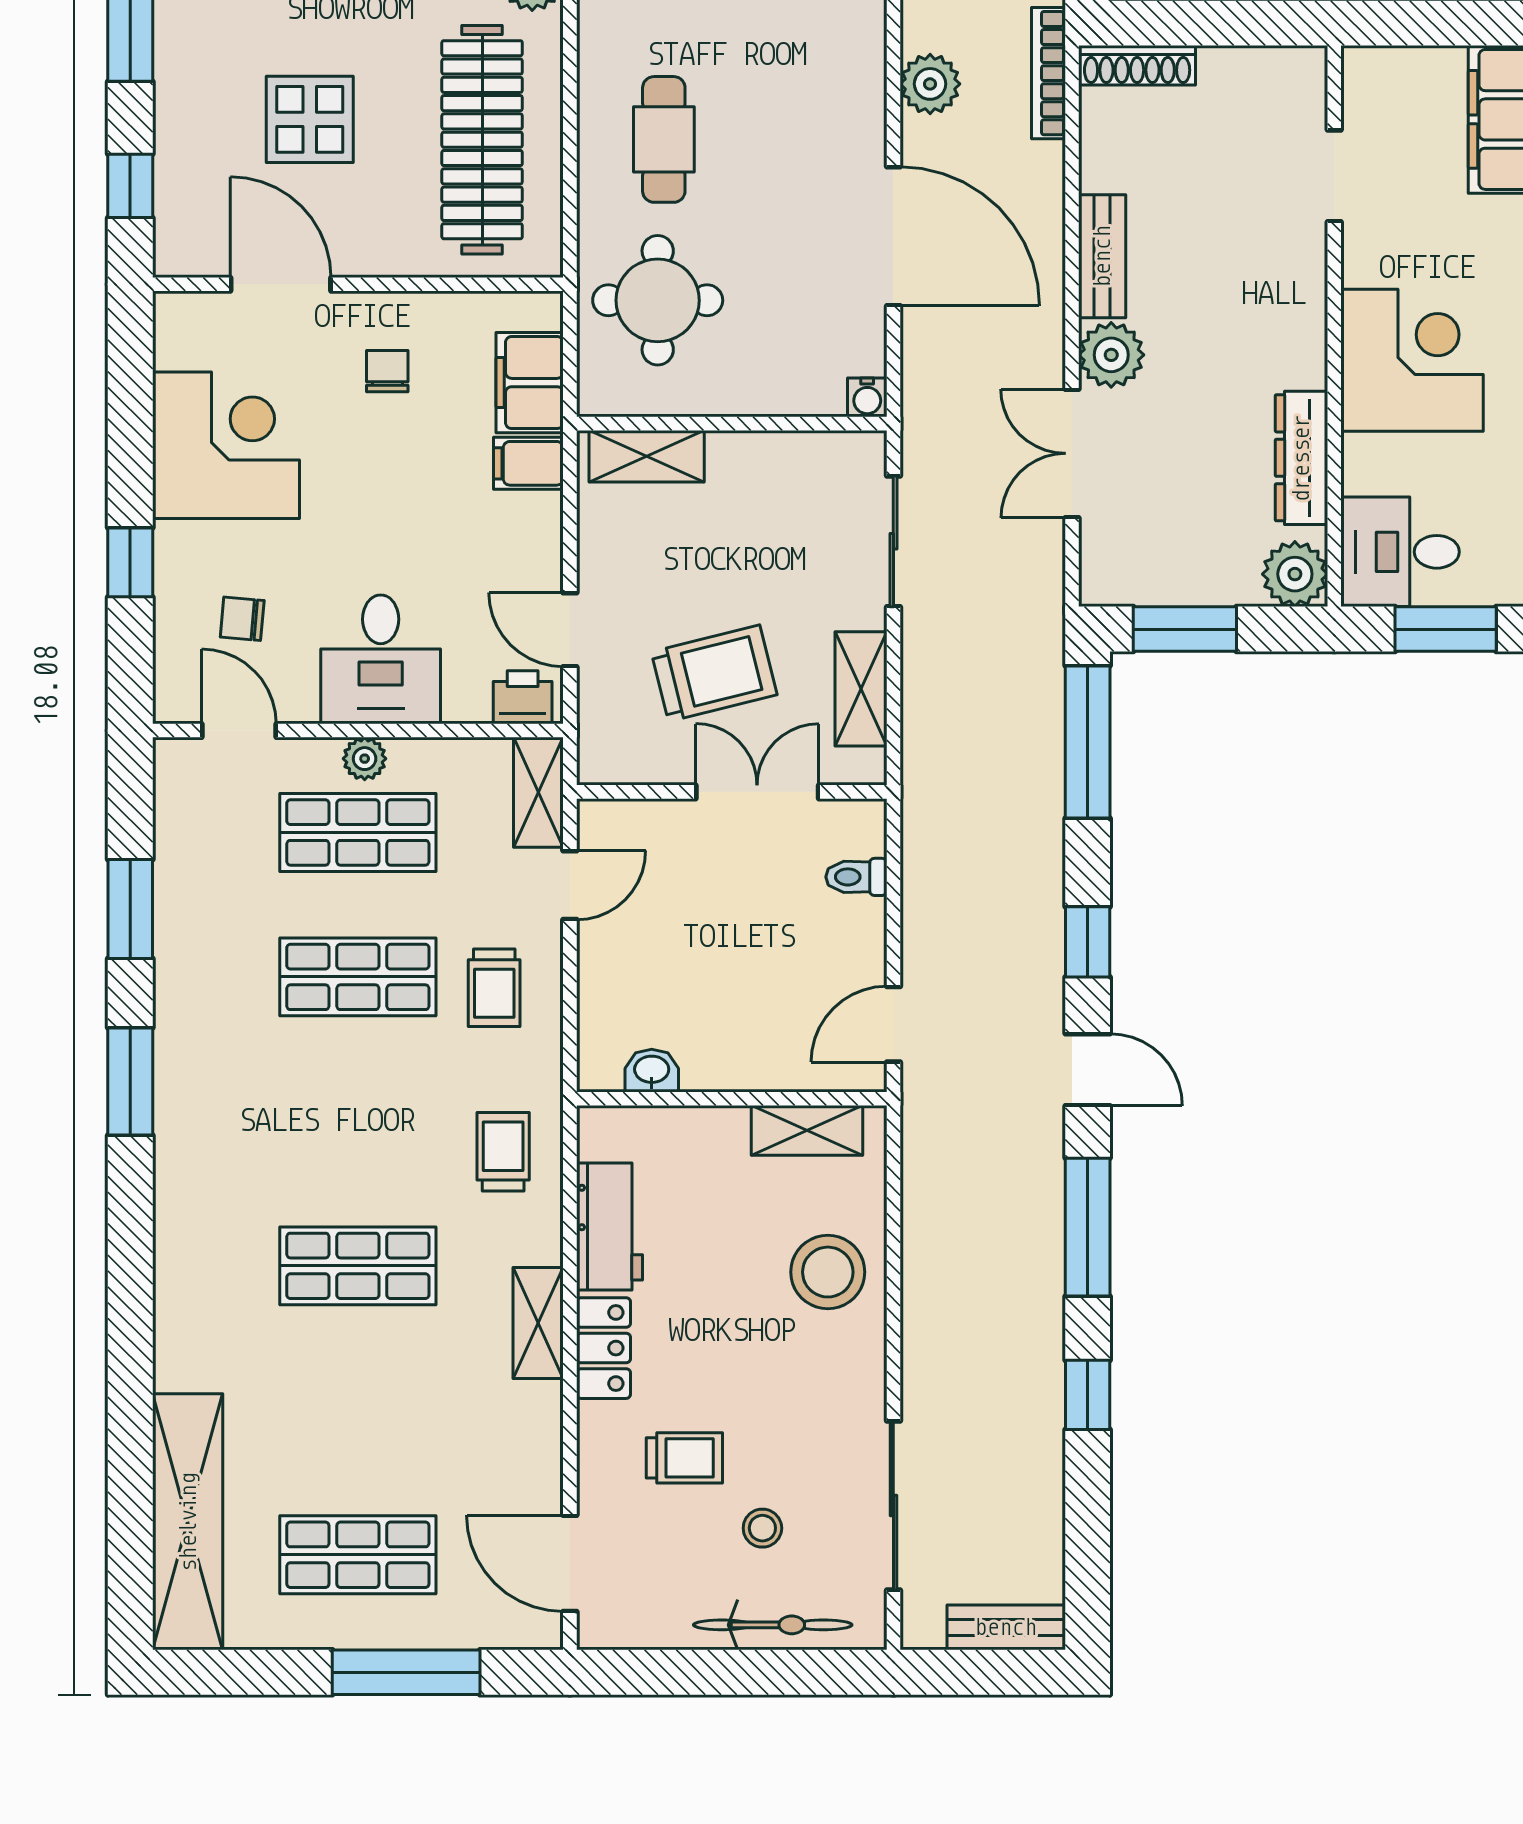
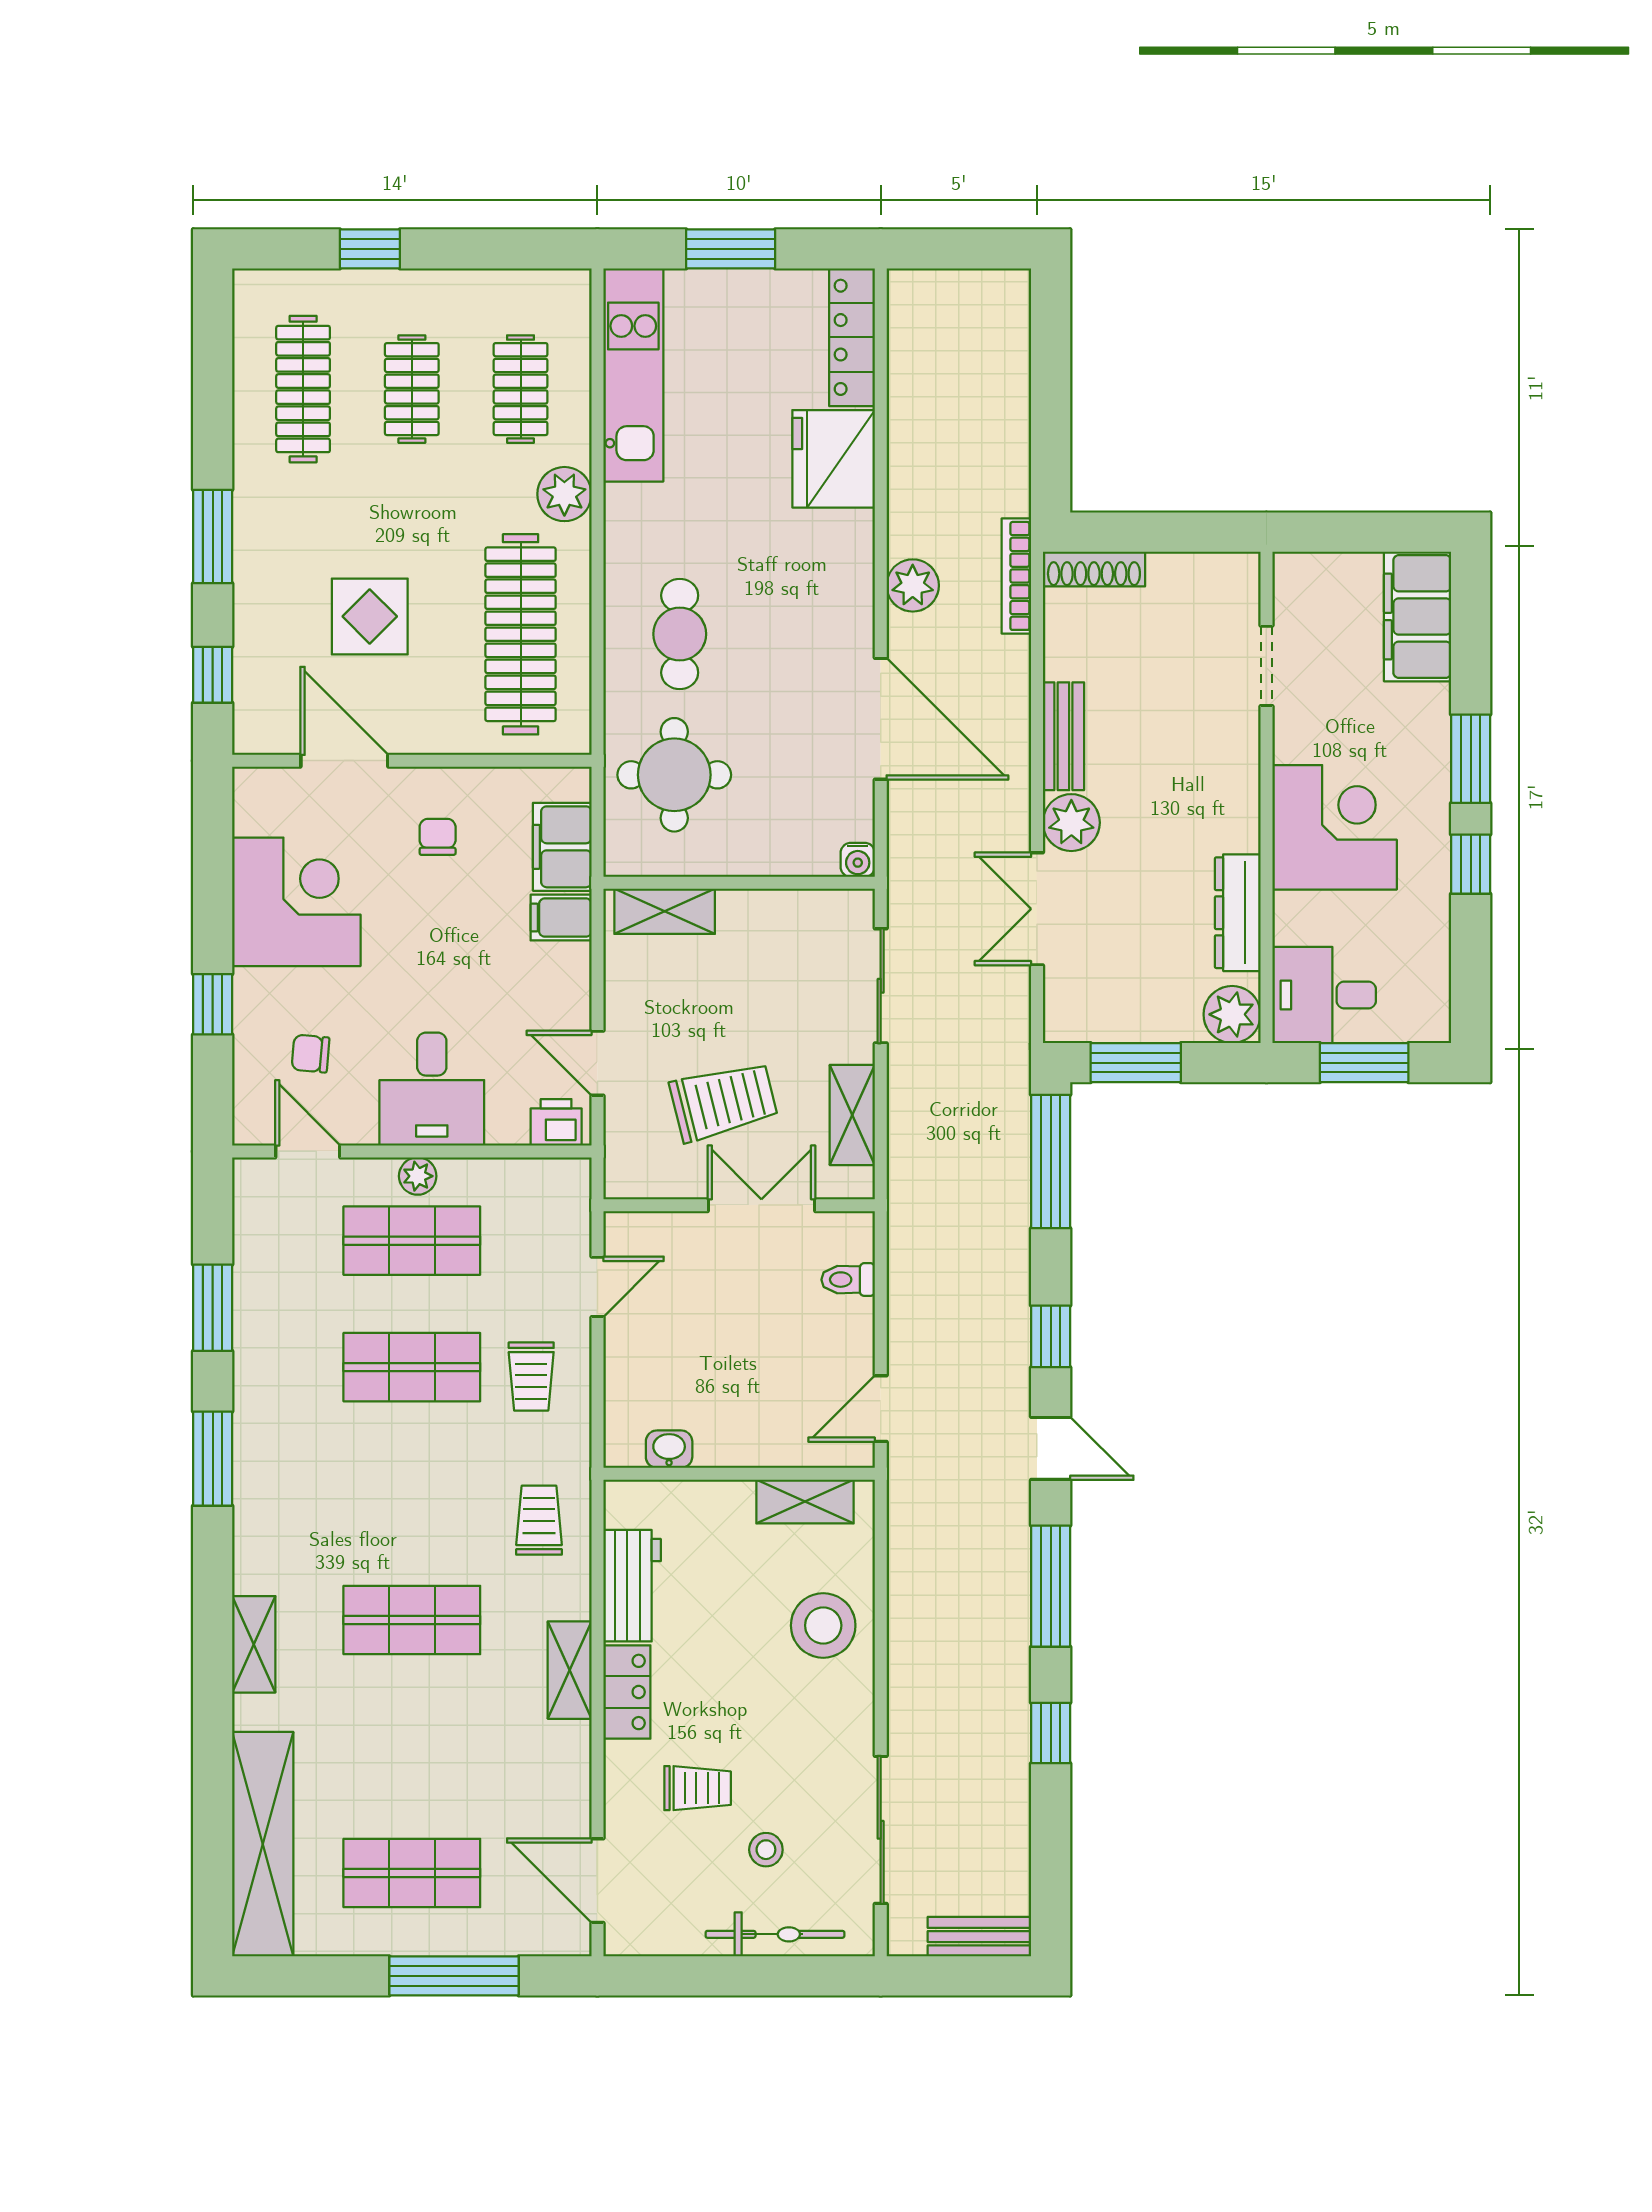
shelving: (538, 792) -> (254, 1644), moved

